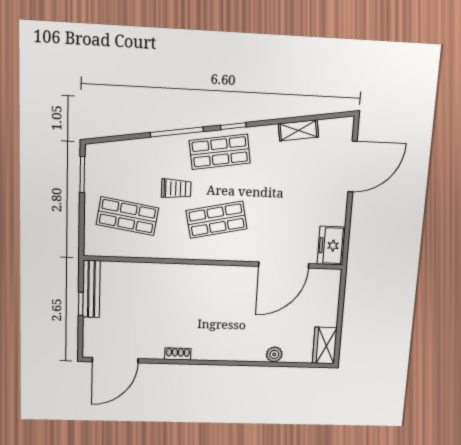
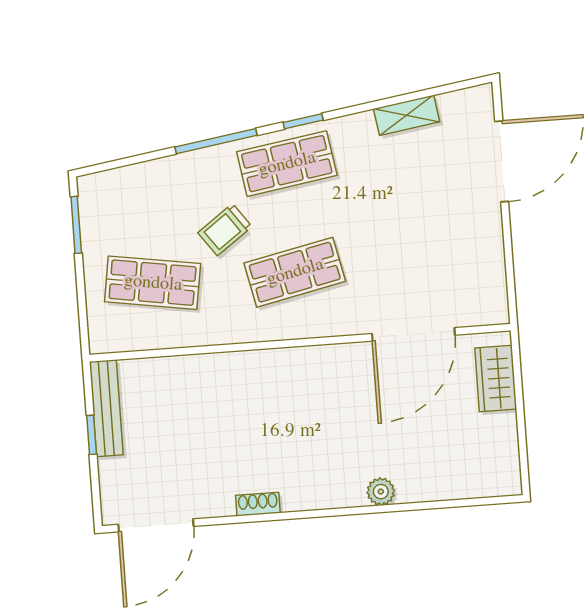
trolley: (176, 189) -> (225, 230), turned 144
freezer: (331, 246) -> (487, 293), removed
wardrobe: (325, 345) -> (496, 379), moved
plant: (274, 354) -> (381, 492), moved

